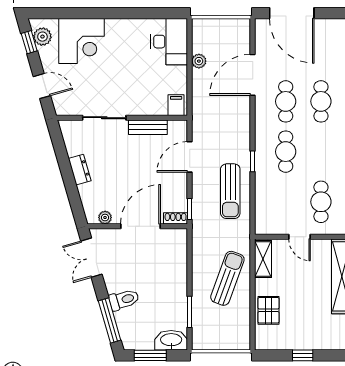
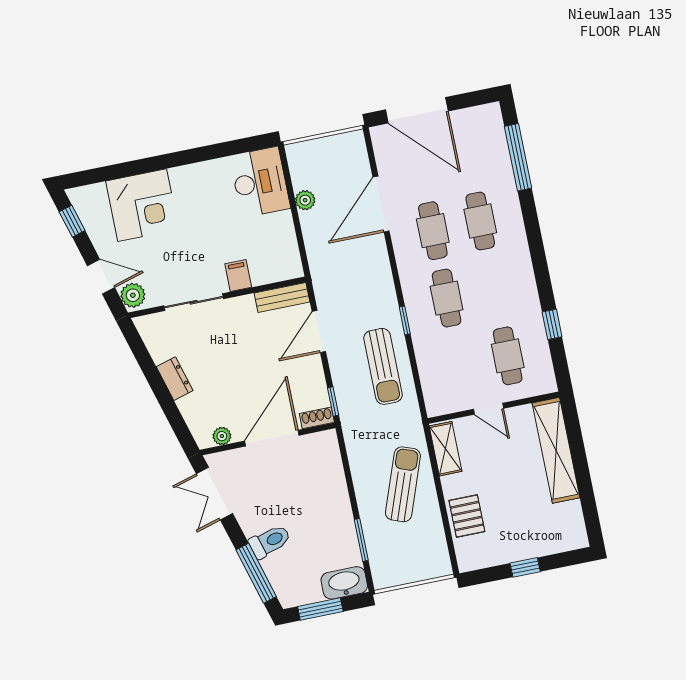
plant: (42, 37) -> (133, 295), moved
filing cabinet: (176, 105) -> (238, 276), moved
bench: (148, 127) -> (282, 297), moved

